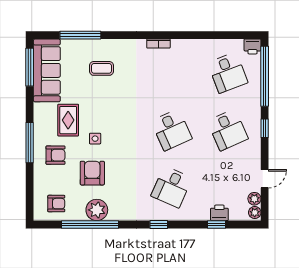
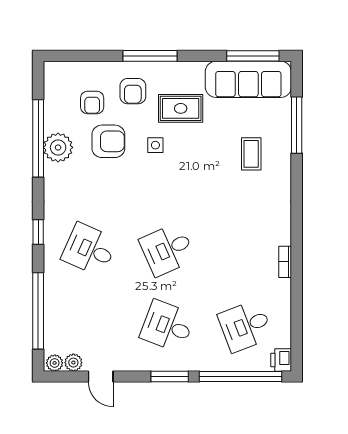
bookcase: (158, 44) -> (285, 262), moved
window: (265, 128) -> (170, 377), width x1.50
desk: (228, 130) -> (167, 326), turned 45
armchair: (56, 204) -> (92, 102), moved
printer: (219, 213) -> (54, 315), removed
window: (217, 225) -> (38, 311), width x3.17

